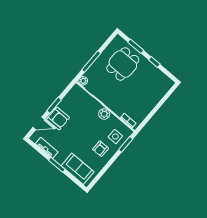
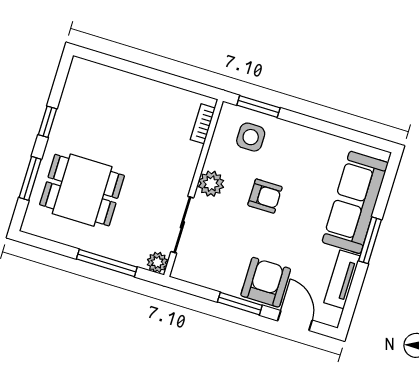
armchair: (101, 149) -> (265, 196), moved
sofa: (78, 169) -> (355, 202), width x1.36

